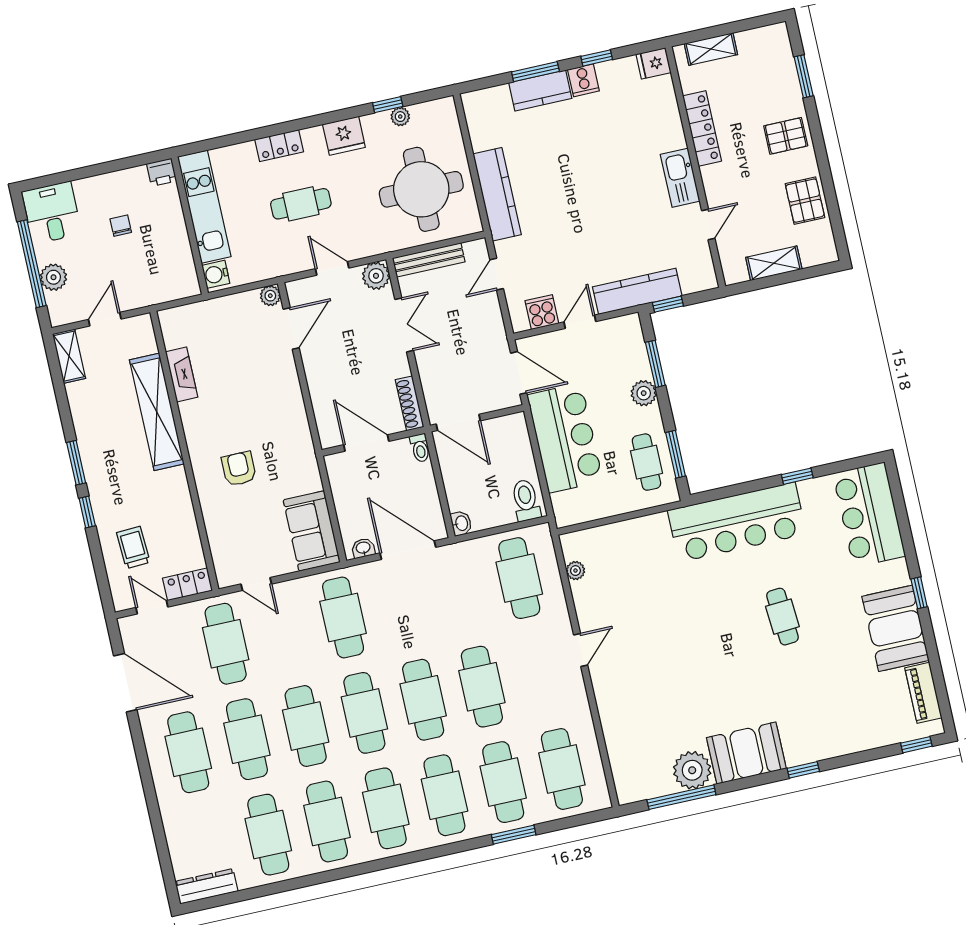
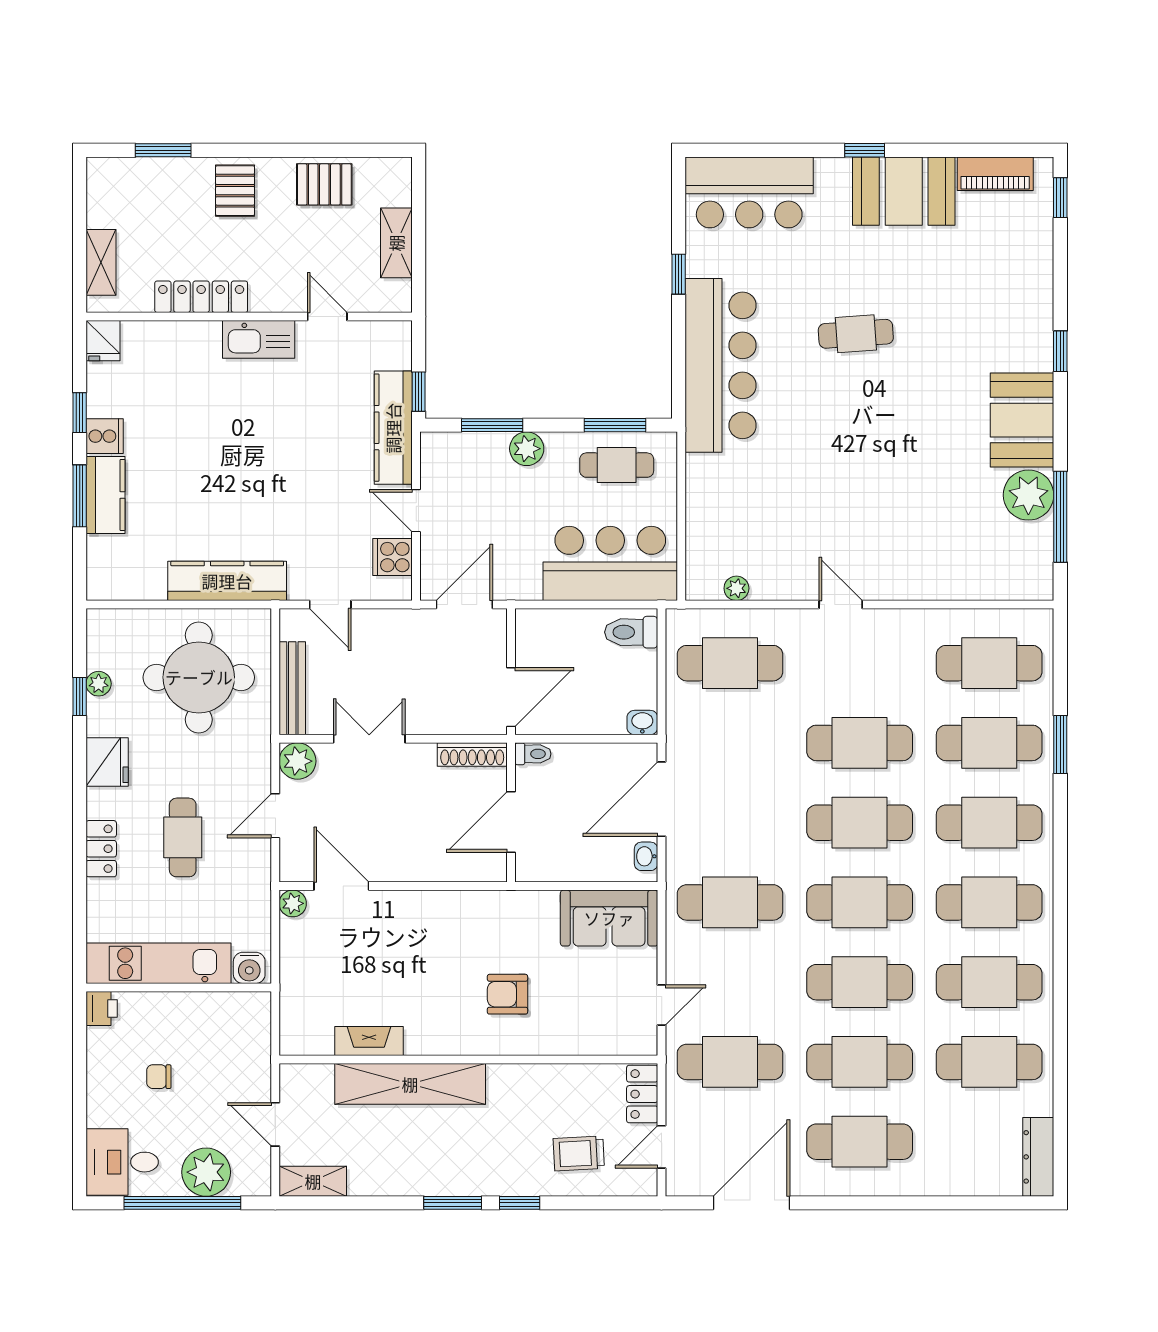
plant: (53, 277) -> (206, 1172), width x1.36, depth x1.36
bar counter: (565, 438) -> (610, 563), moved

